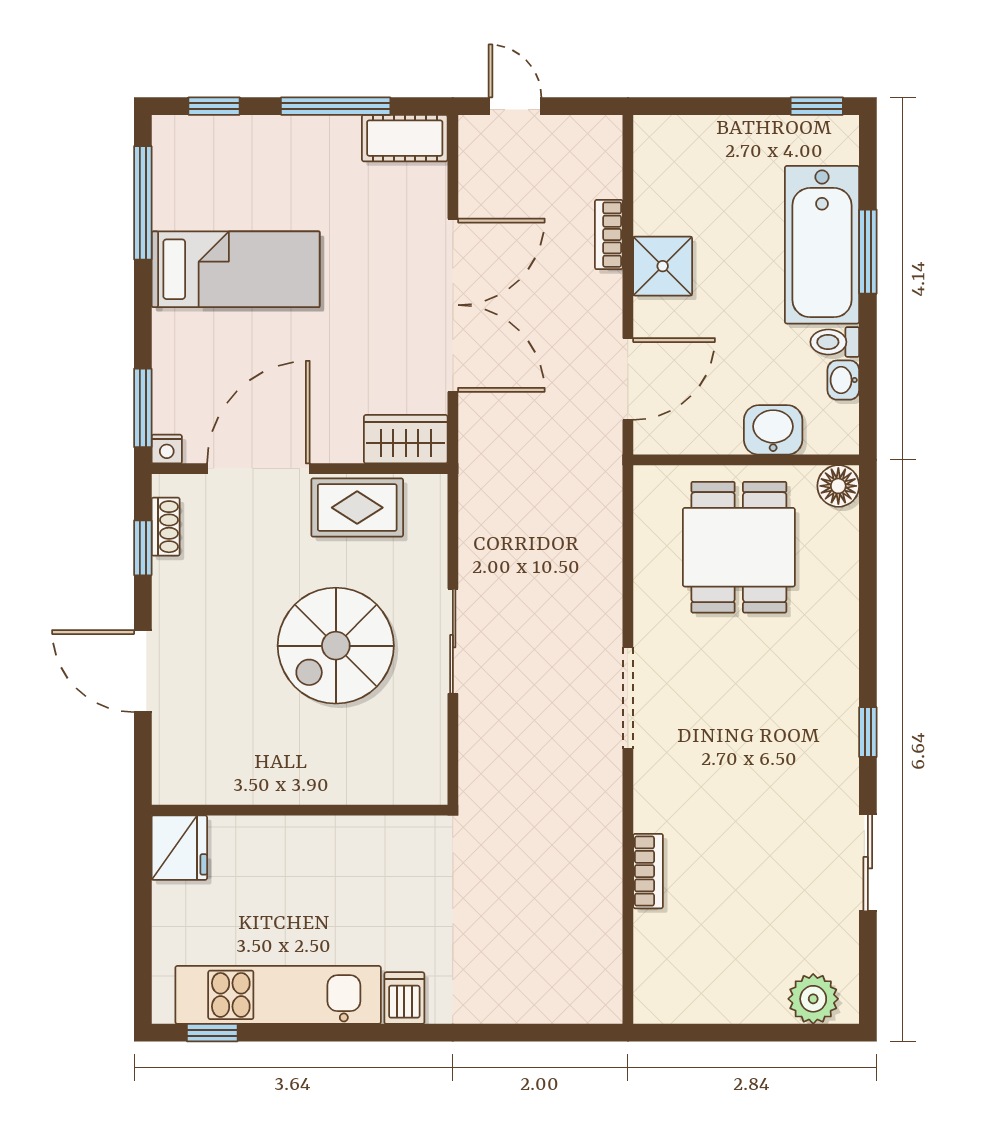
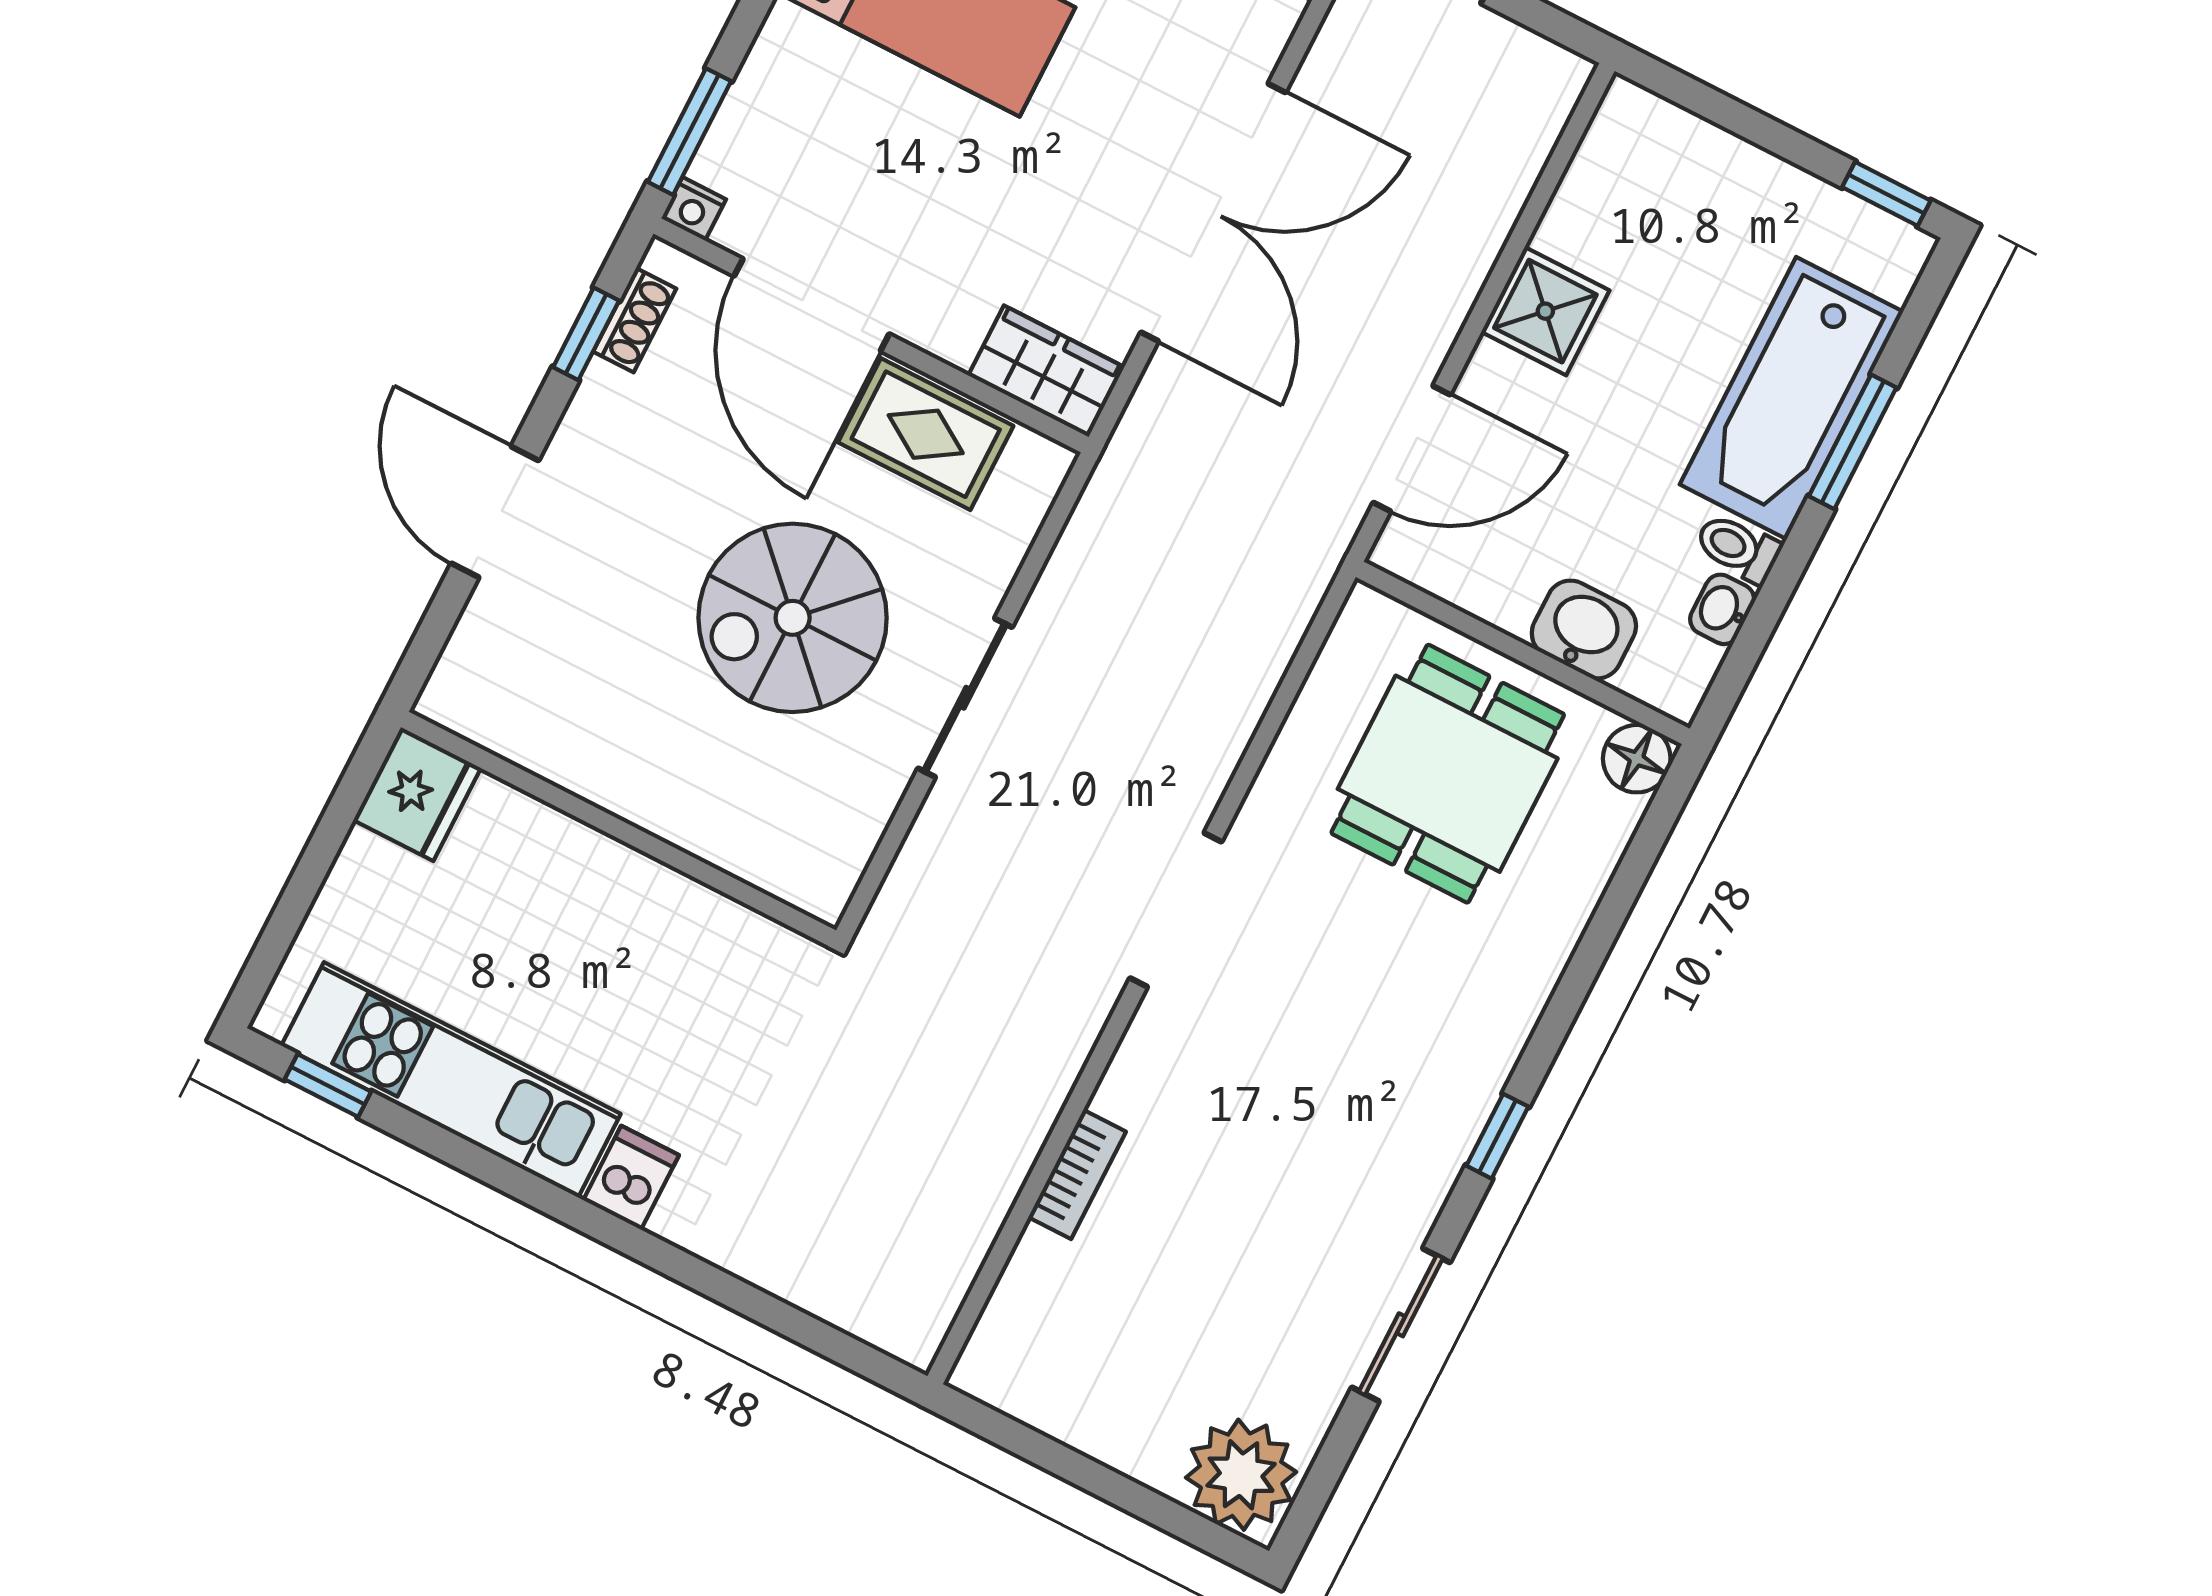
bookcase: (609, 235) -> (1491, 226), removed
door: (258, 469) -> (812, 305), swing flipped
plant: (813, 999) -> (1241, 1475), width x1.36, depth x1.36

